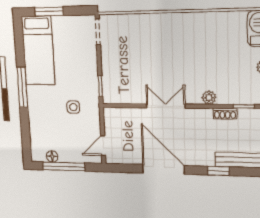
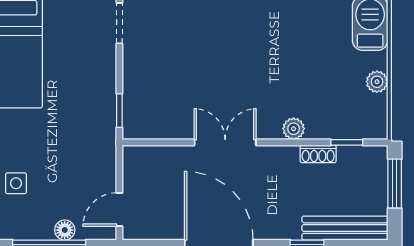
side table: (73, 107) -> (16, 183), moved
floor lamp: (52, 156) -> (65, 230), moved

